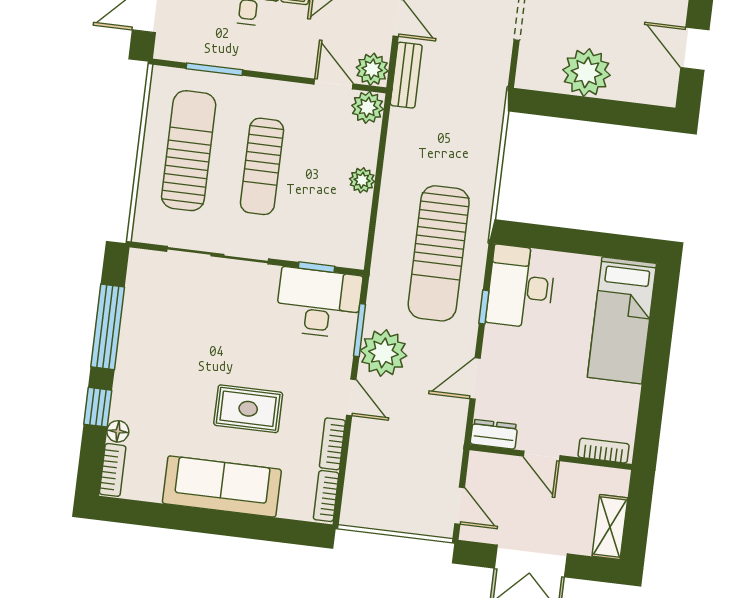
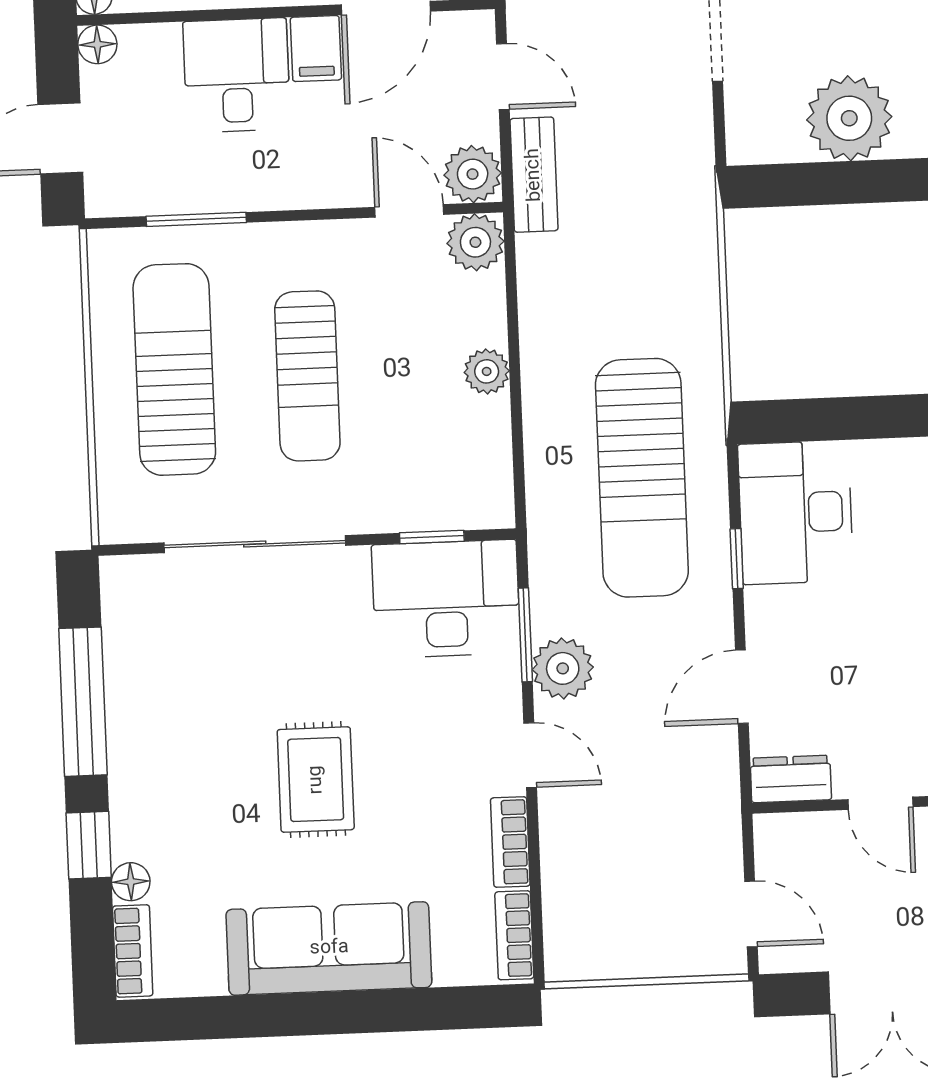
plant: (383, 353) -> (563, 668), width x0.73, depth x0.73
rug: (248, 409) -> (316, 780), moved, turned 90

